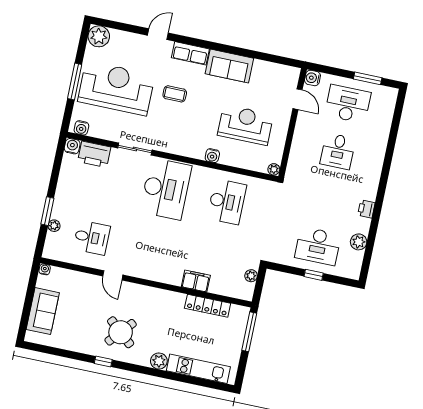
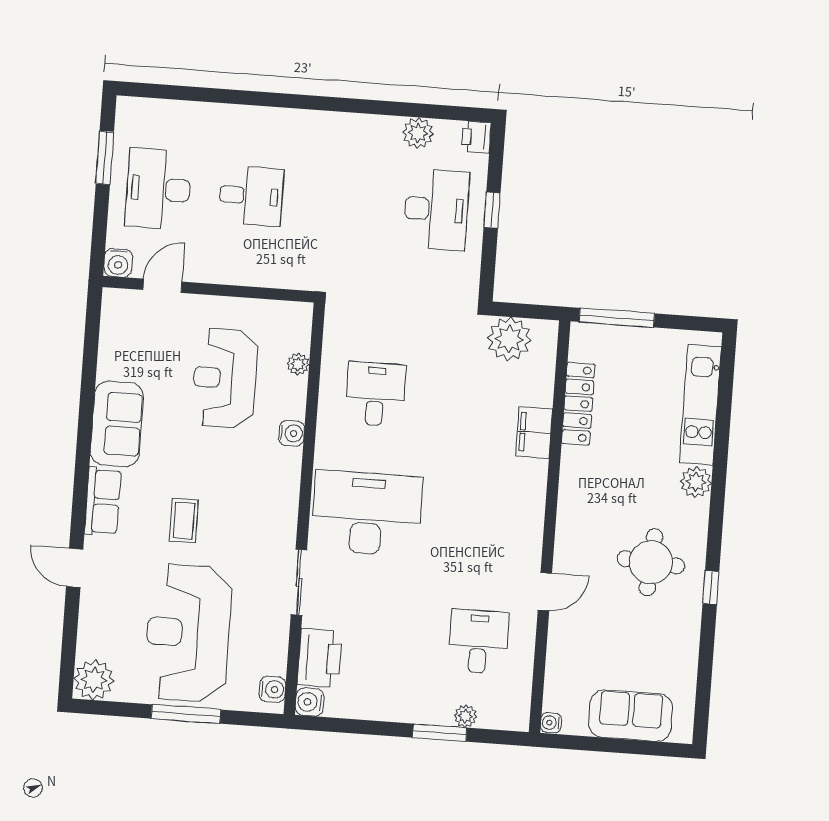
plant: (274, 169) -> (298, 364), moved
desk: (227, 202) -> (375, 394), width x0.73
printer: (366, 209) -> (476, 137), moved, turned 90
plant: (251, 276) -> (509, 339), width x1.87, depth x1.87
round table: (121, 332) -> (651, 562), turned -37

